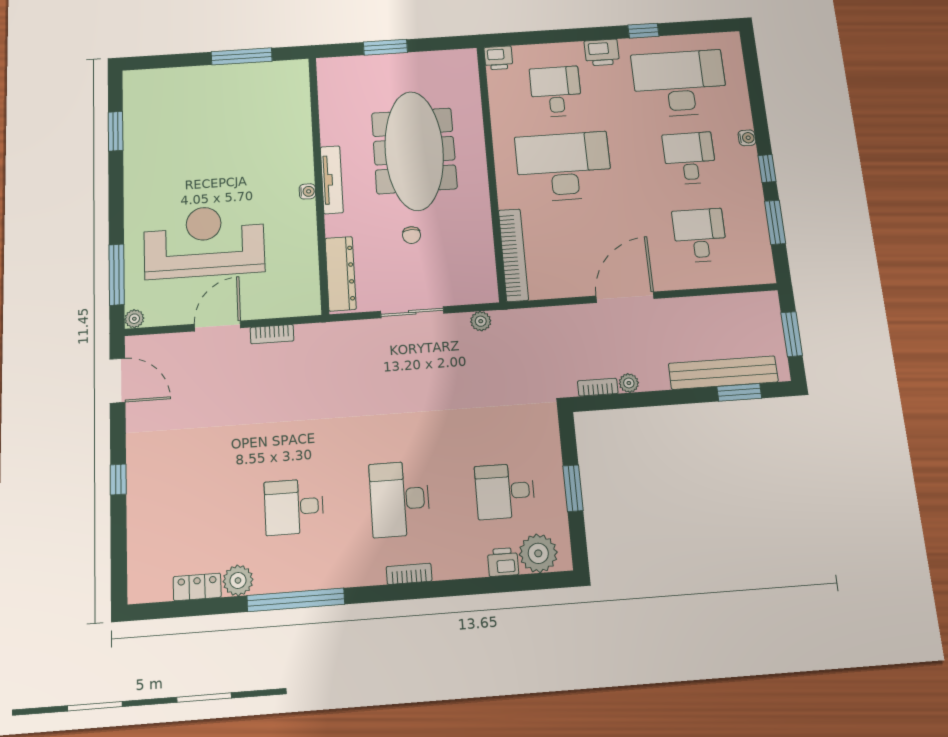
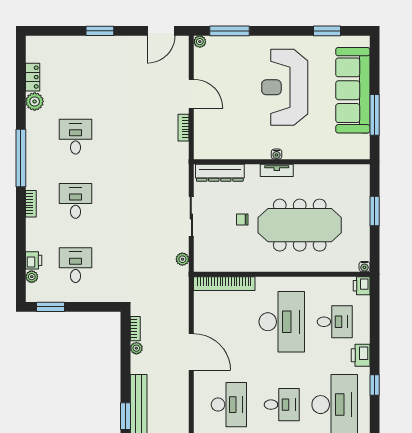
water cooler: (469, 56) -> (365, 267), added
sofa: (205, 89) -> (353, 90), added
tv unit: (332, 180) -> (277, 170), width x0.71
desk: (700, 235) -> (229, 405), width x1.37
reception desk: (204, 242) -> (285, 87), moved, turned 180
window: (118, 479) -> (100, 31), width x1.50
window: (573, 488) -> (50, 307), moved
desk: (400, 499) -> (76, 201), width x0.73
plant: (538, 553) -> (32, 277), width x0.53, depth x0.53
window: (296, 600) -> (21, 158), moved

